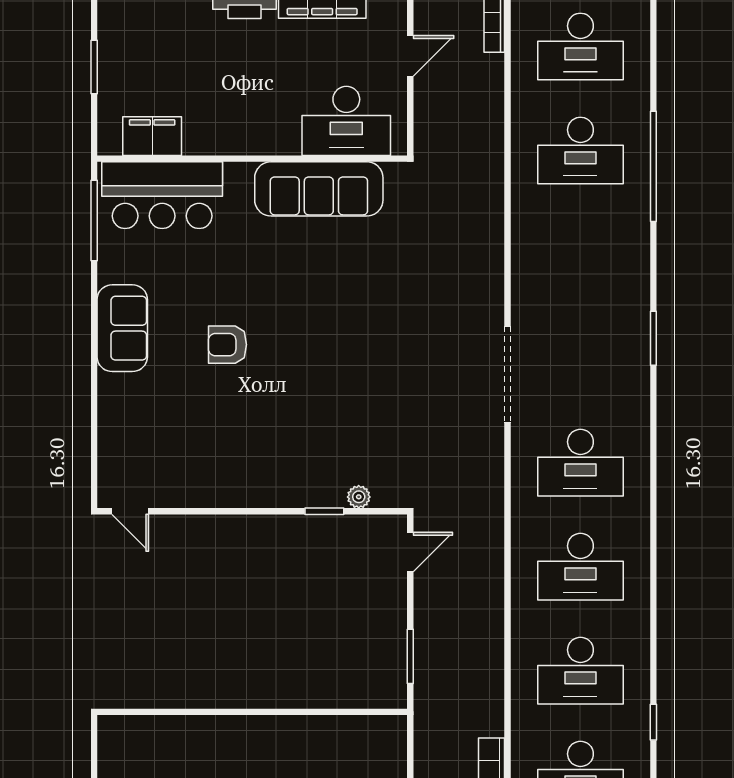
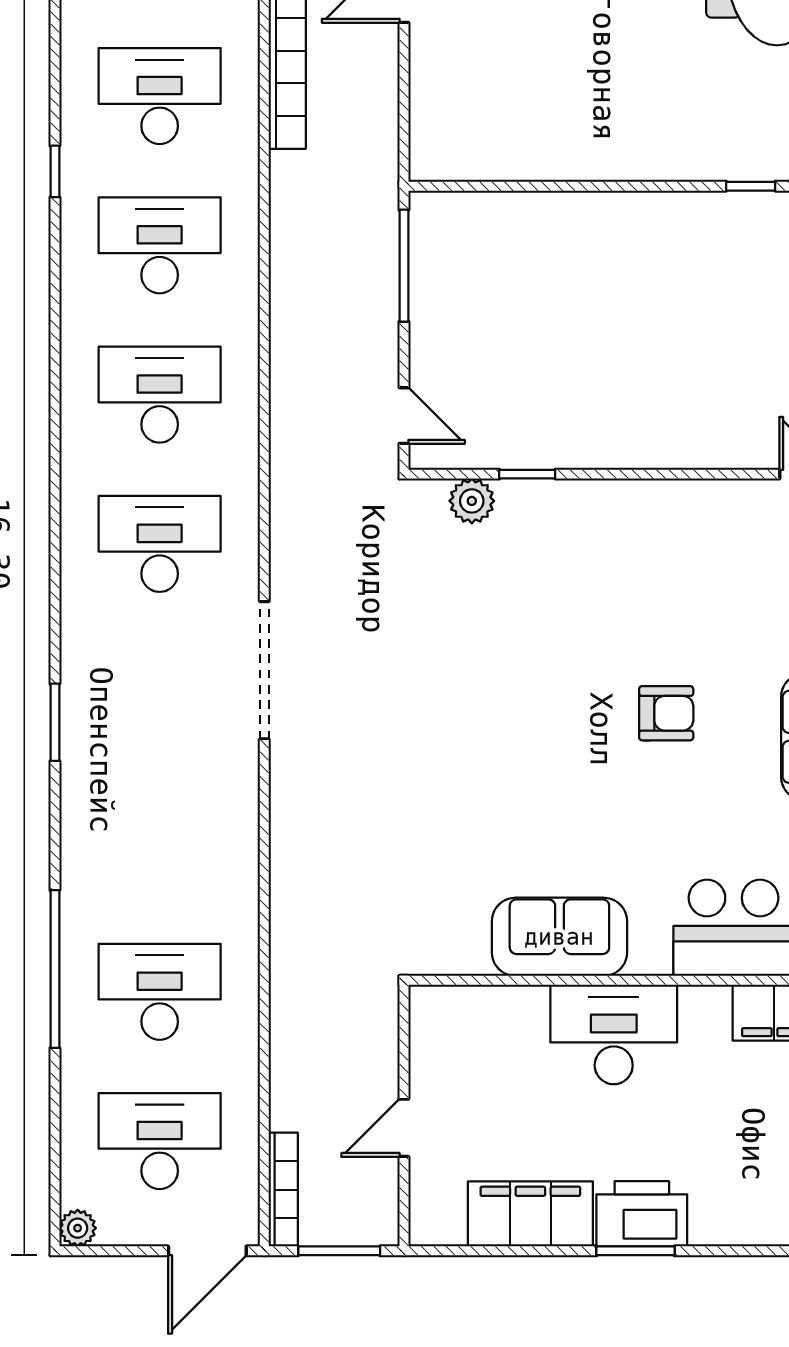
desk: (346, 121) -> (614, 1034), moved
sofa: (319, 189) -> (559, 937), width x0.73
plant: (359, 497) -> (472, 501), width x1.38, depth x1.38
door: (410, 552) -> (404, 416), swing flipped
window: (410, 656) -> (404, 266), width x1.44
window: (169, 712) -> (751, 186), added

